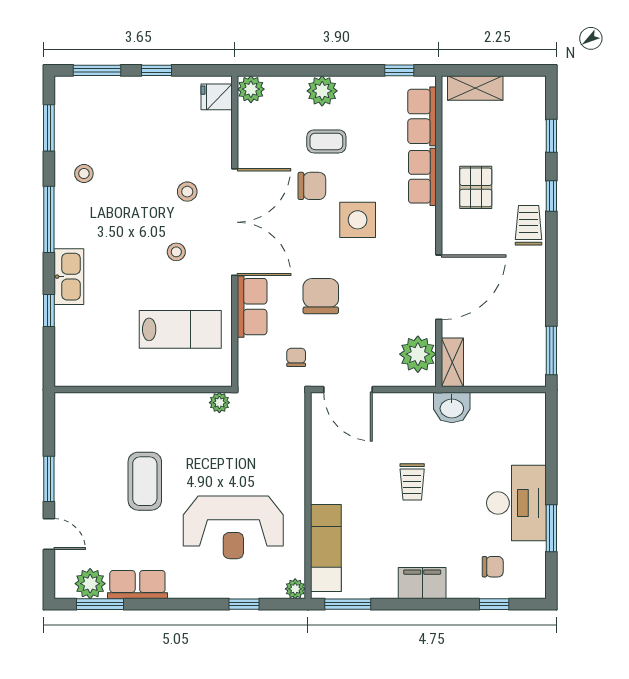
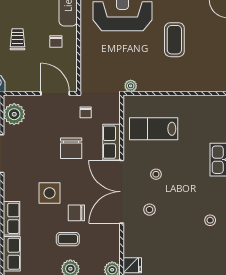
chair: (347, 478) -> (56, 42), added

